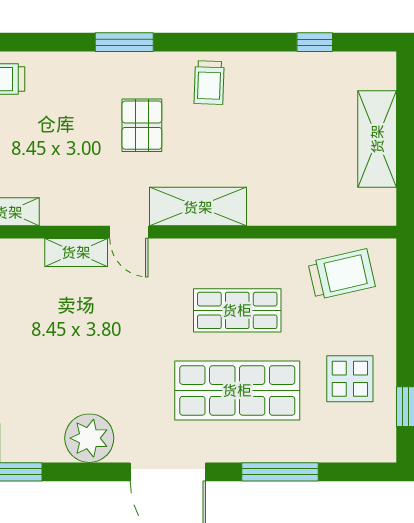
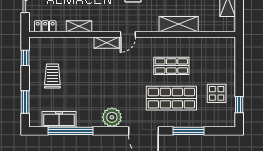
shelving: (198, 207) -> (179, 24), moved
door: (129, 232) -> (128, 34), hinge flipped
trolley: (342, 274) -> (213, 51), removed

